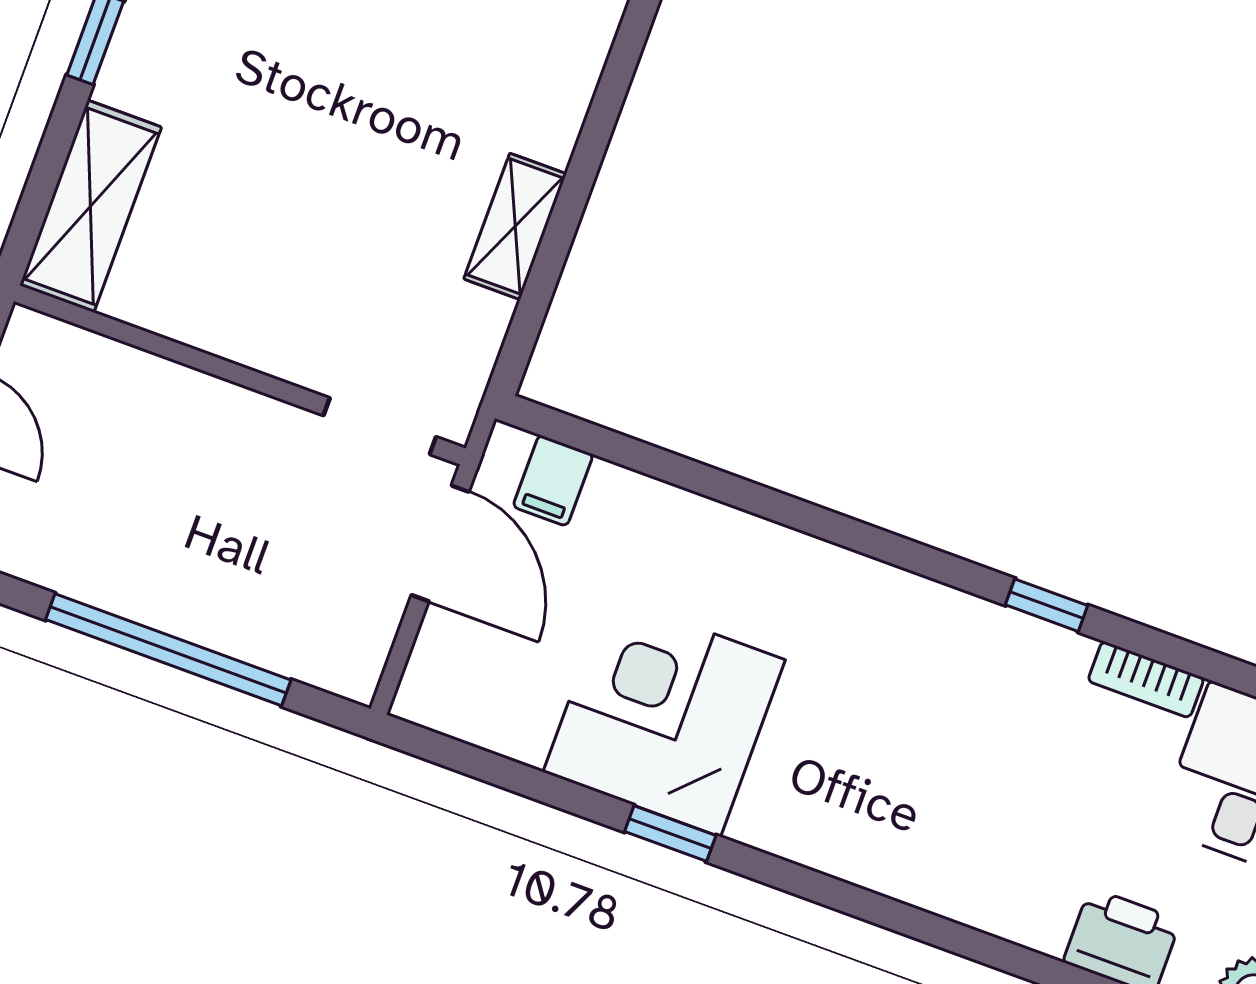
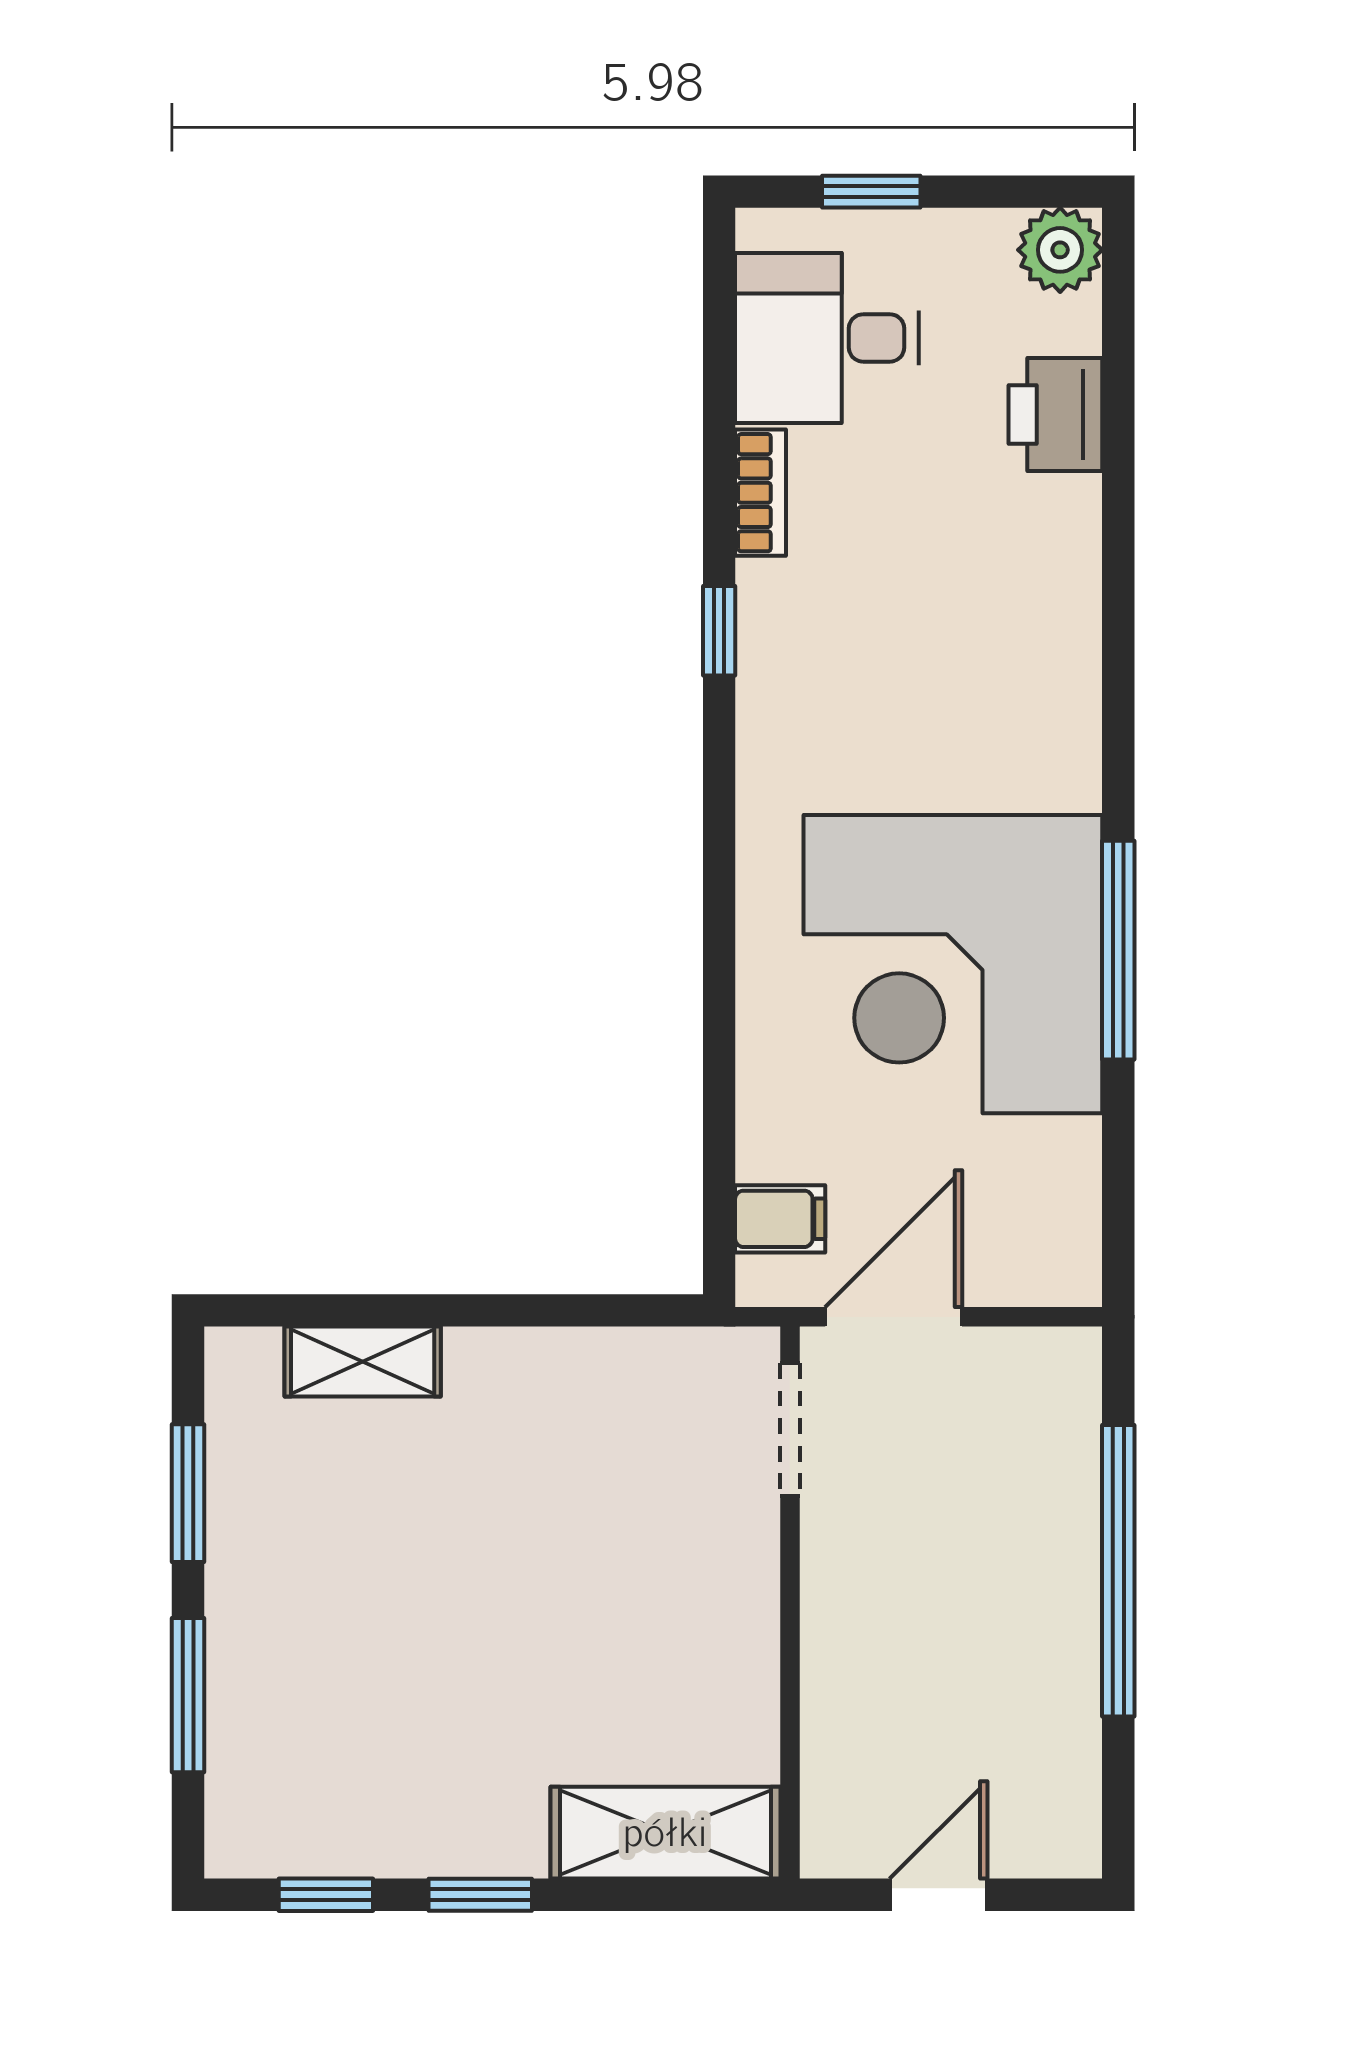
shelving: (515, 226) -> (363, 1362), moved
corner desk: (664, 716) -> (953, 964), width x1.36, depth x1.36
window: (670, 833) -> (1118, 950), width x2.17

